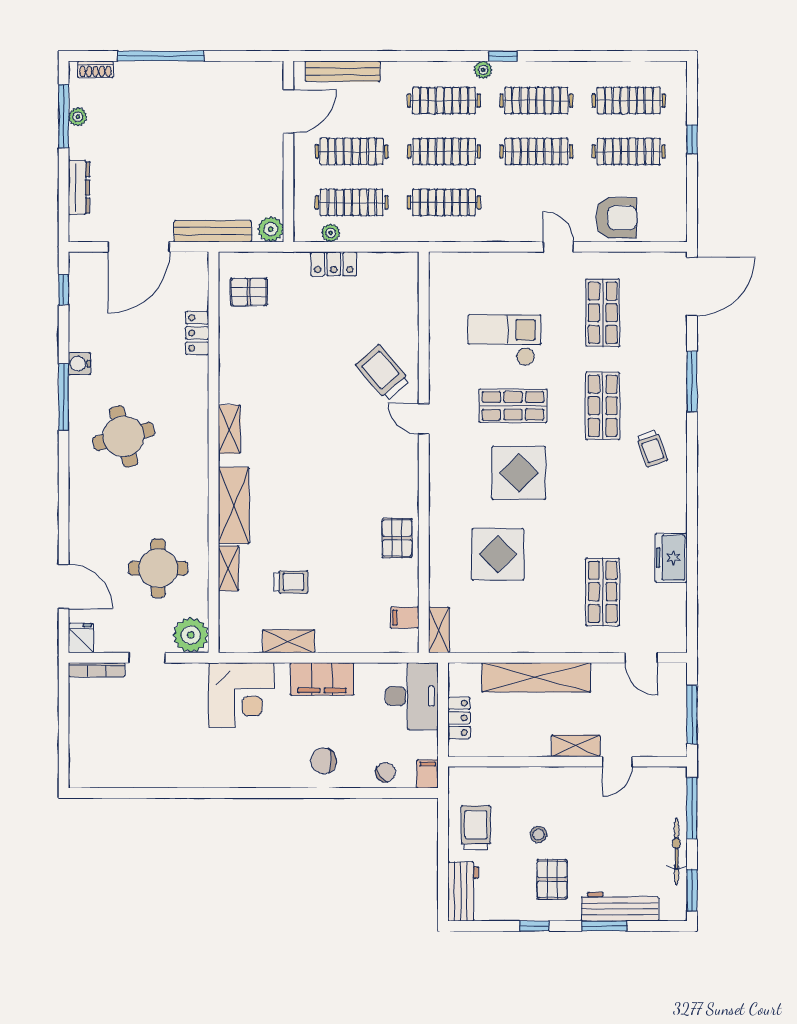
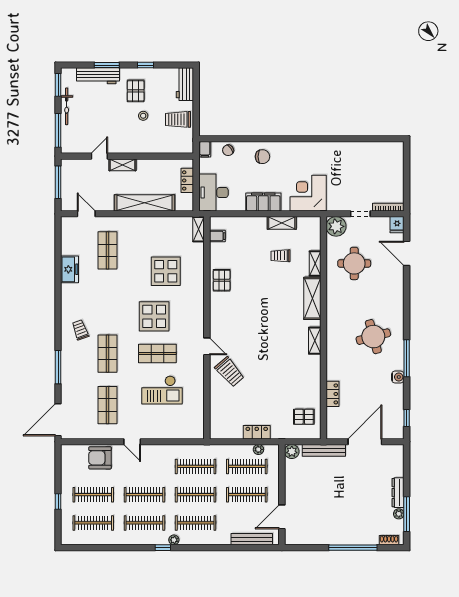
dresser: (79, 187) -> (398, 493), moved
trolley: (476, 828) -> (178, 119), turned 90

